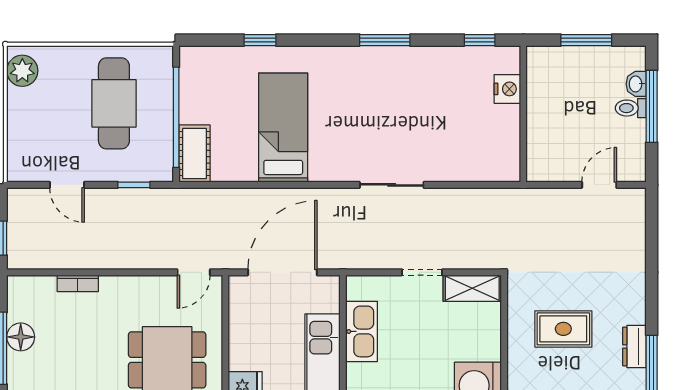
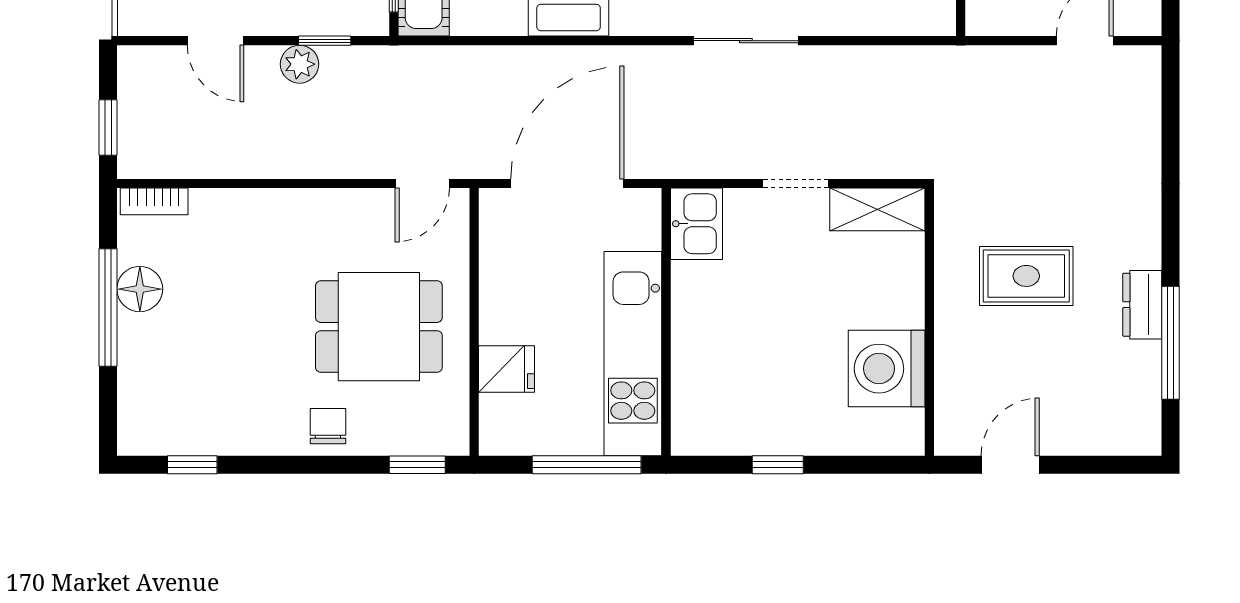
plant: (118, 199) -> (300, 64), added
bookcase: (78, 283) -> (154, 201), moved
kitchen sink: (361, 331) -> (697, 224), moved, width x0.73

